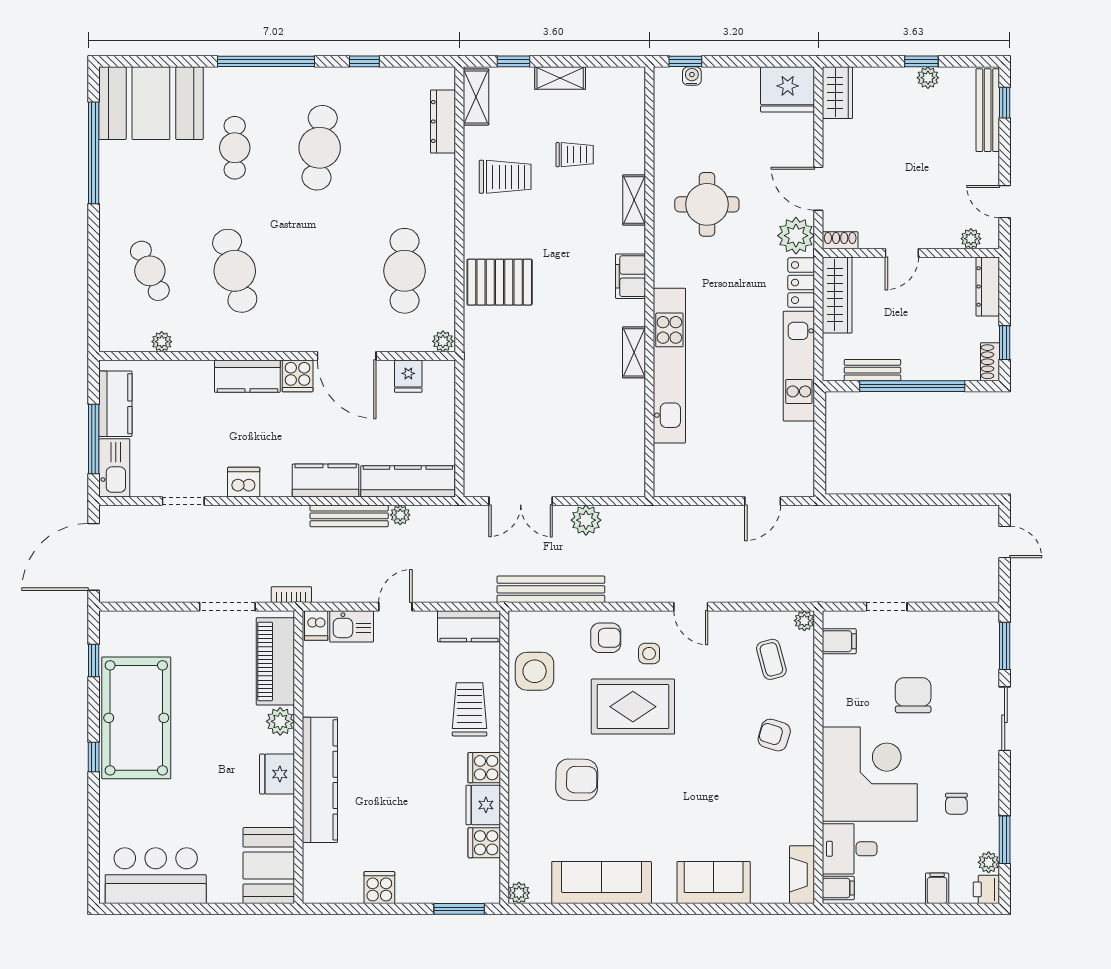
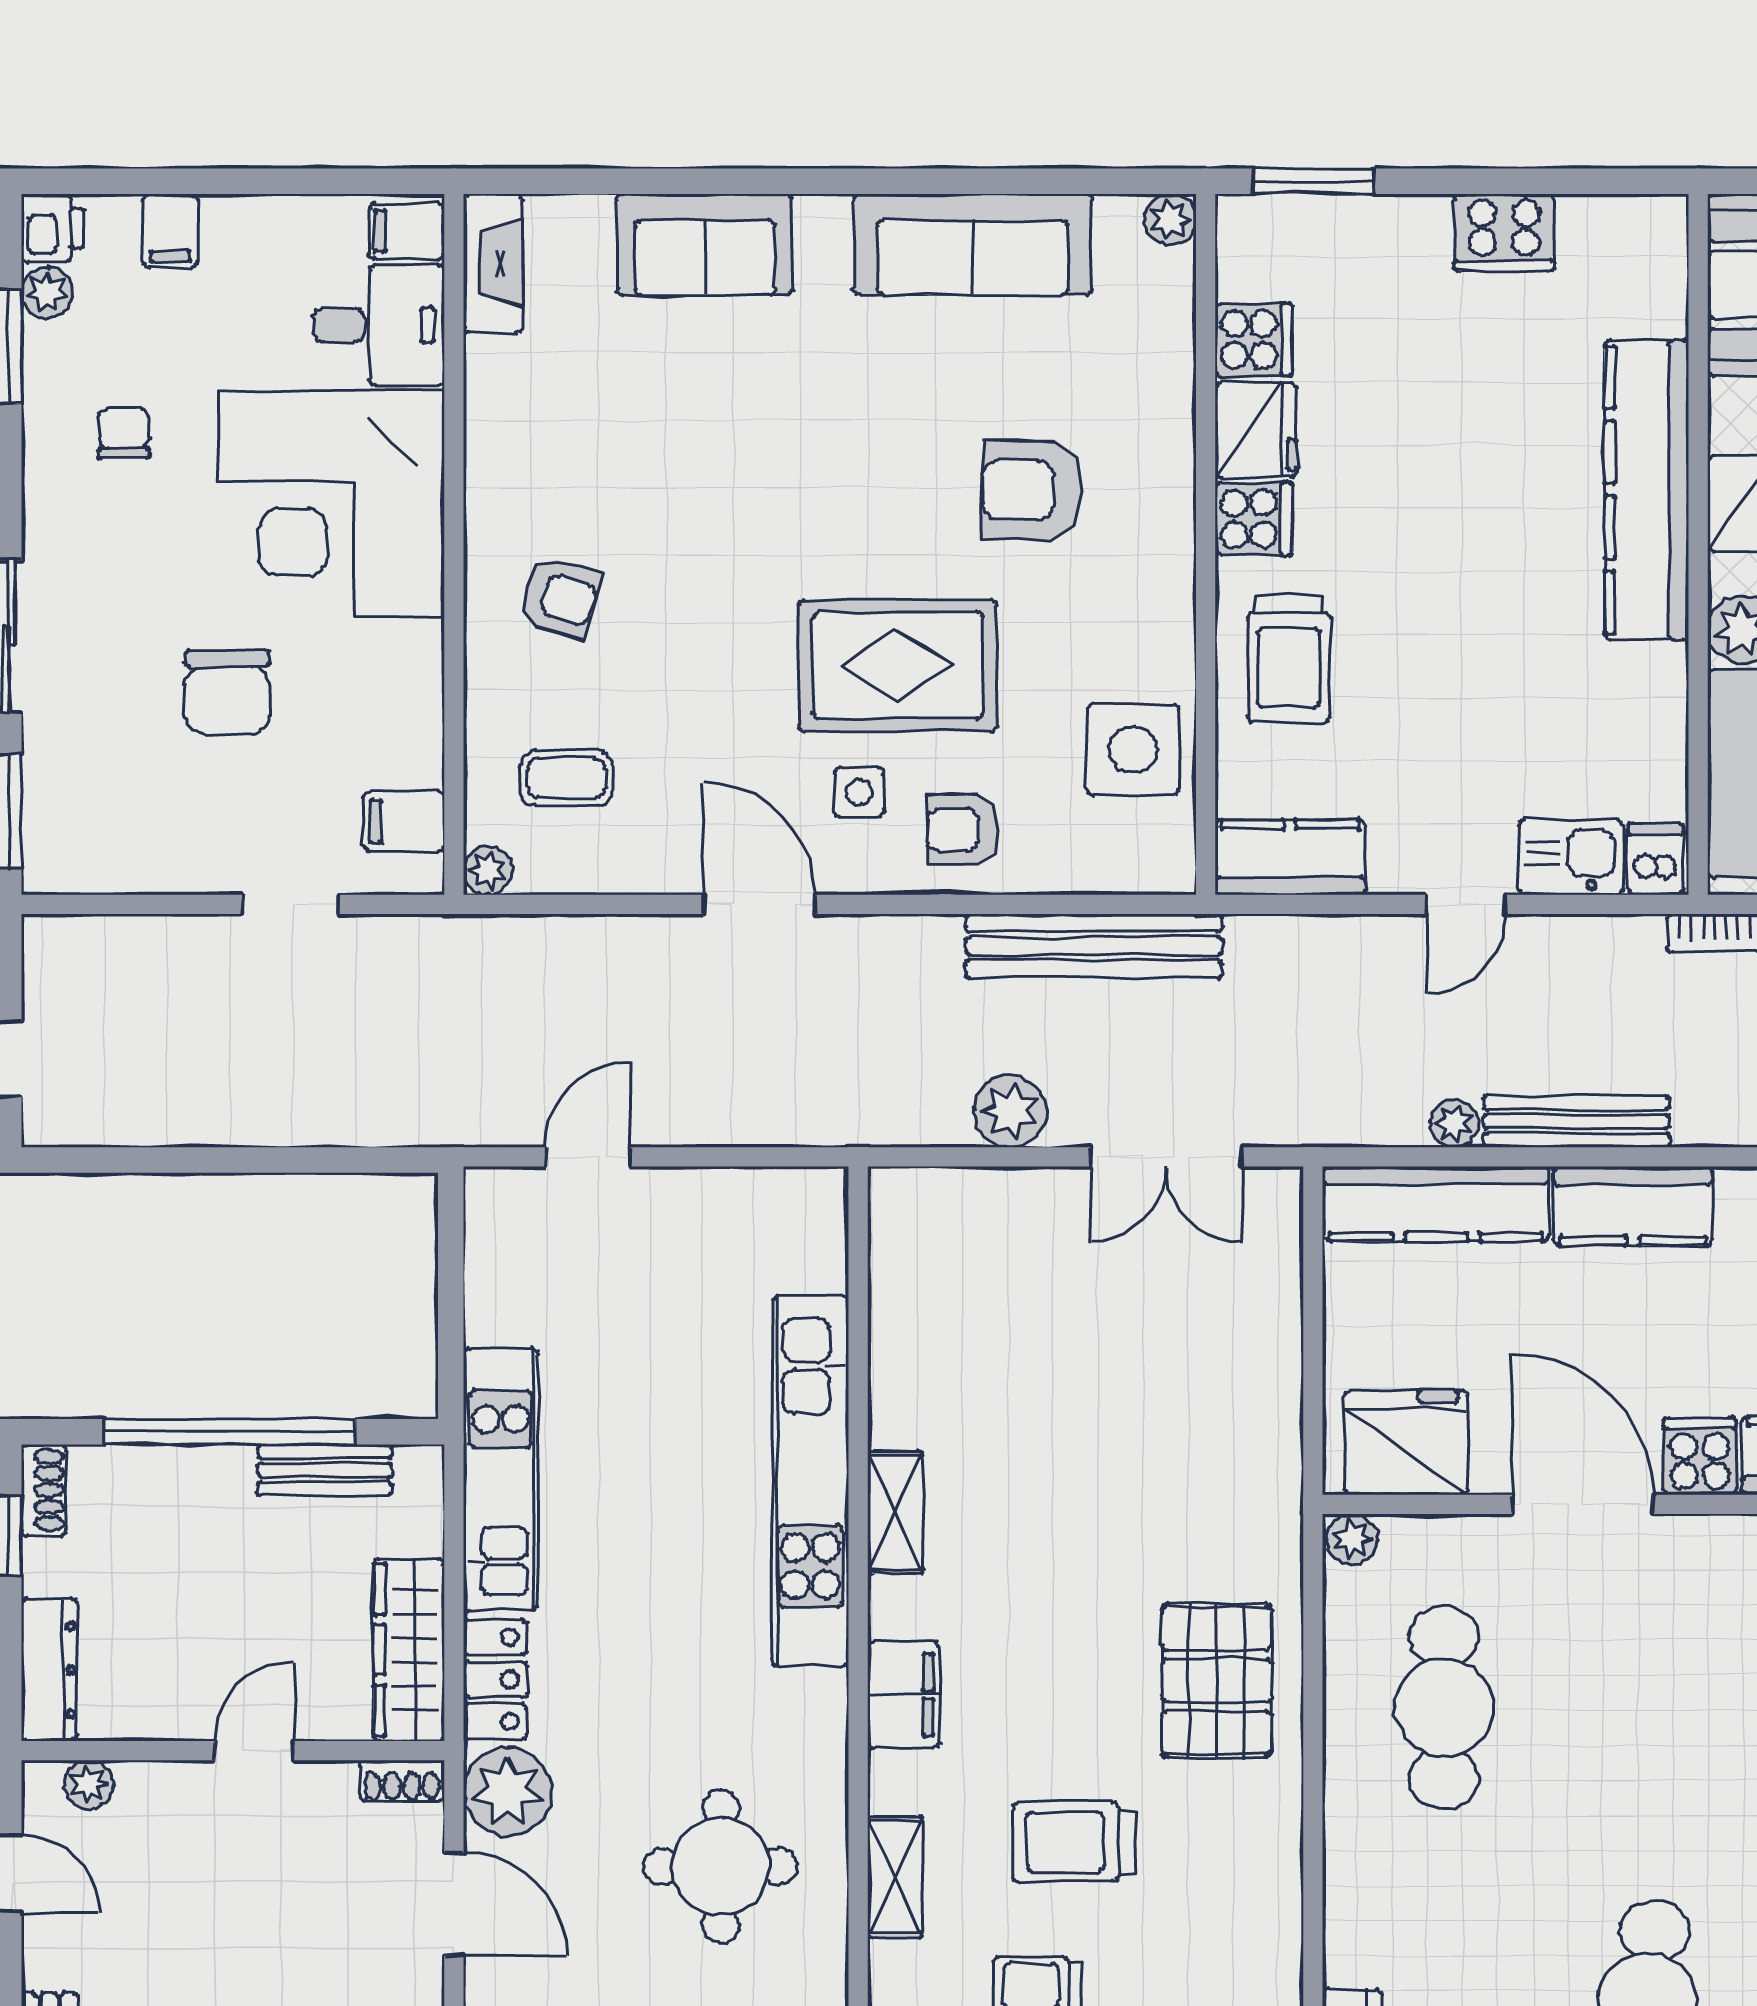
trolley: (505, 177) -> (1074, 1842), moved
pallet: (500, 282) -> (1217, 1681), turned 90
fridge: (408, 376) -> (1406, 1443), width x1.88, depth x1.34
double door: (521, 501) -> (1166, 1157), swing flipped
door: (691, 607) -> (759, 904), width x1.38
coffee table: (771, 659) -> (566, 778), turned -75
cooker: (379, 888) -> (1504, 232), width x1.36

